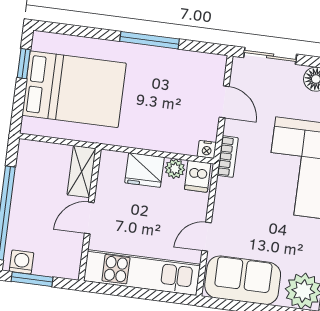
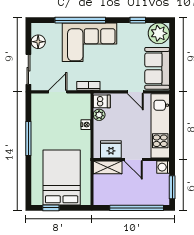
nightstand: (207, 149) -> (86, 125), moved
fridge: (145, 170) -> (111, 149), moved, turned -90
washing machine: (22, 262) -> (163, 167), moved

